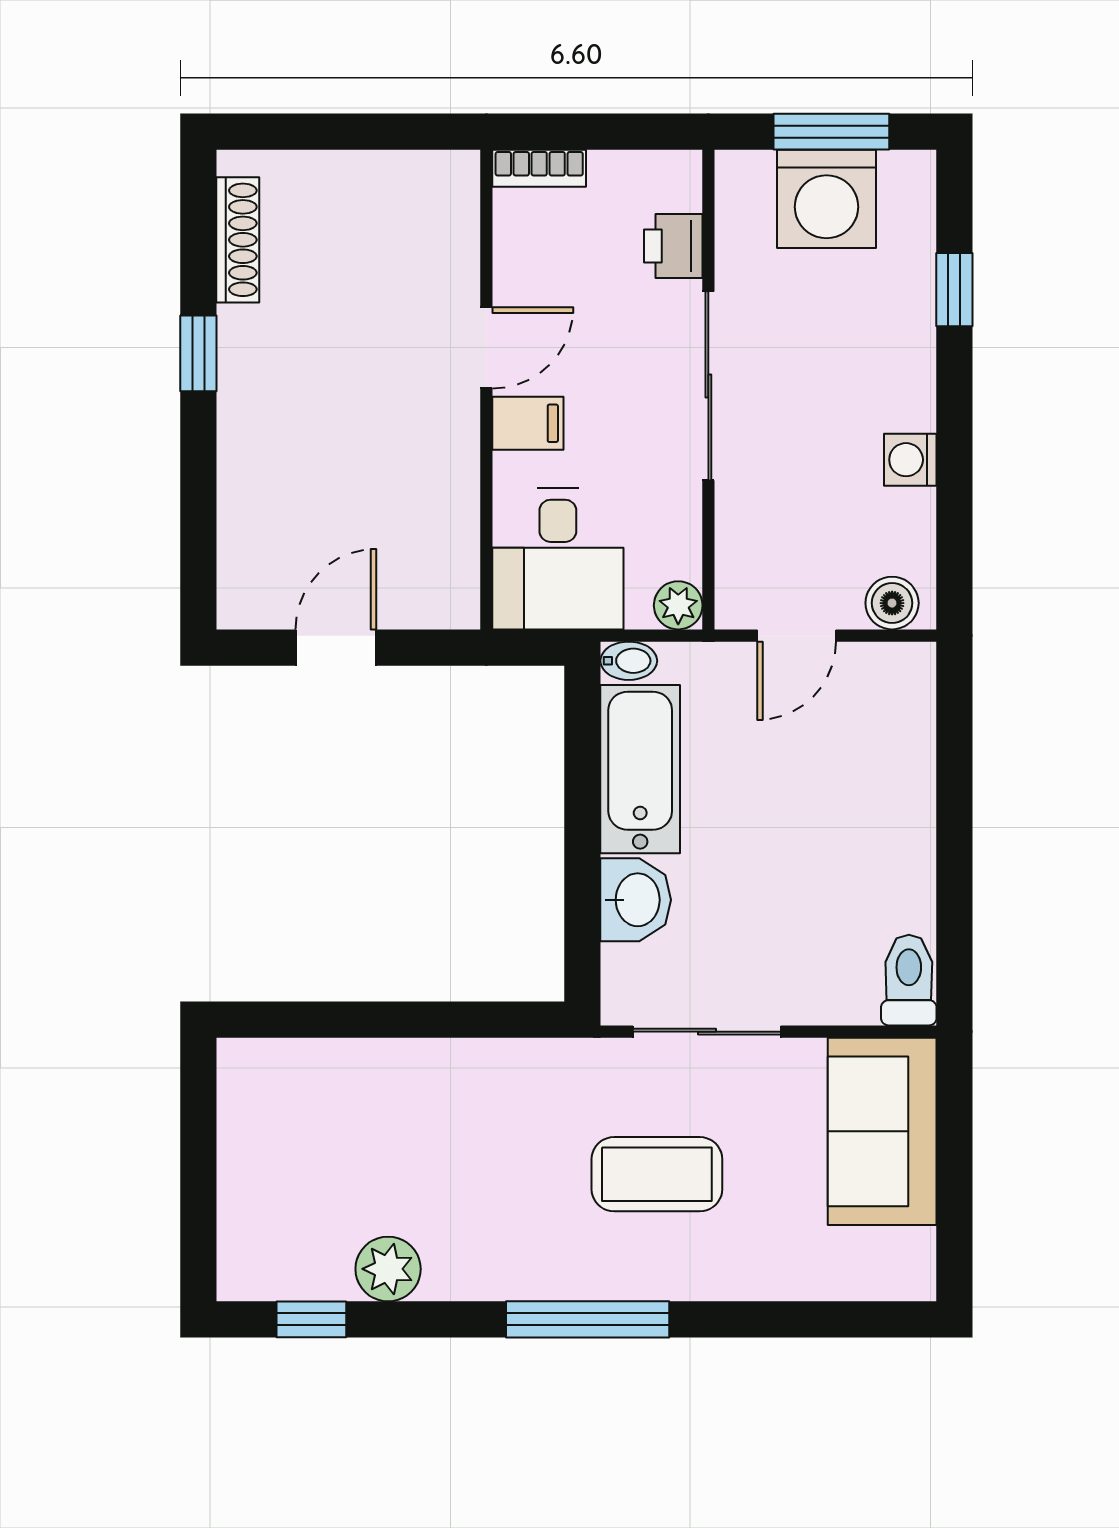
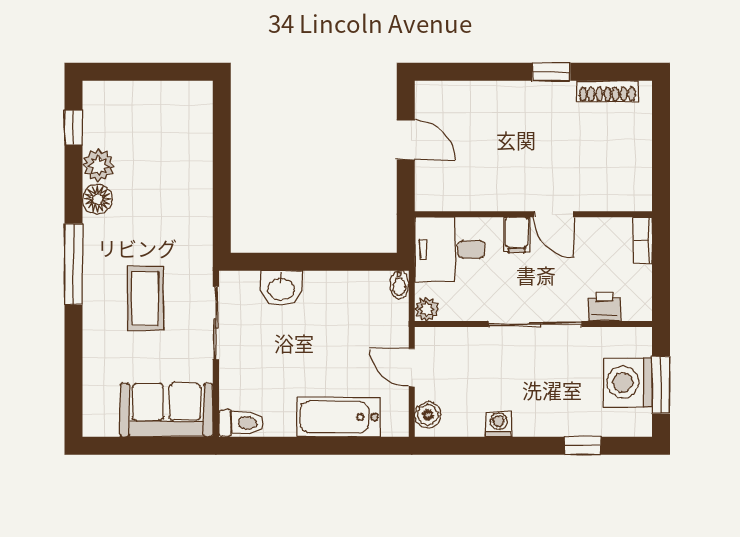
bathtub: (640, 769) -> (339, 417), moved, turned 180
floor lamp: (456, 1271) -> (97, 199), added

